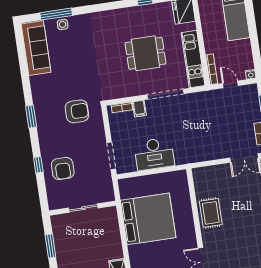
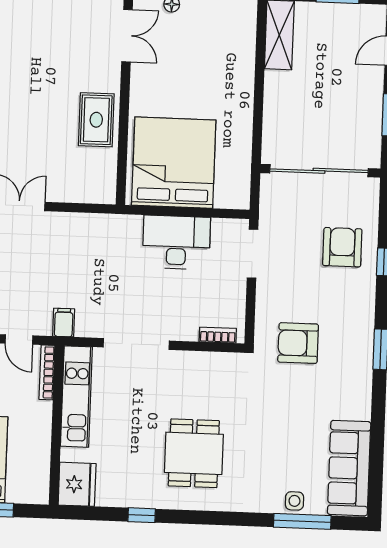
dining table: (146, 53) -> (194, 453), moved, turned 90
filing cabinet: (139, 109) -> (64, 323), moved
sliding door: (83, 208) -> (319, 171), width x1.86
bed: (148, 219) -> (174, 163), moved, turned 90

